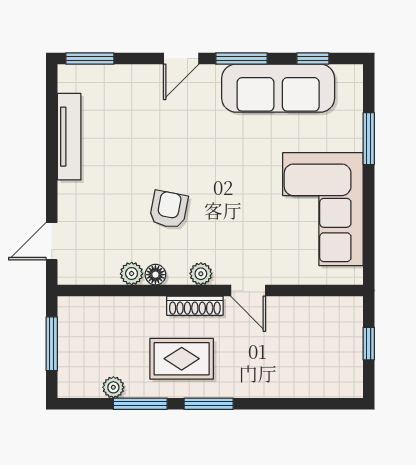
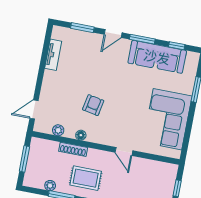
window: (90, 58) -> (82, 28), moved
tv unit: (69, 137) -> (53, 55), width x0.71
plant: (132, 274) -> (58, 130), moved
plant: (201, 274) -> (103, 139), removed
shoe rack: (195, 306) -> (73, 149), moved

